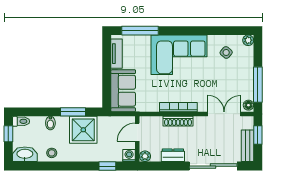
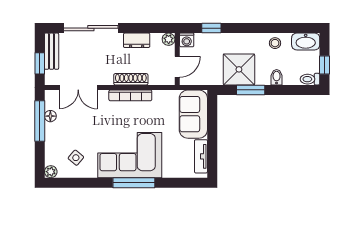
window: (140, 31) -> (134, 183), moved
floor lamp: (248, 105) -> (50, 116), moved

